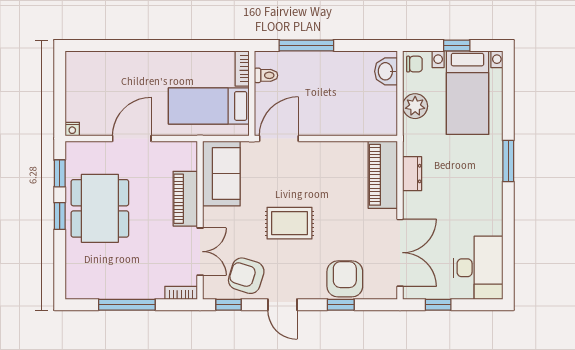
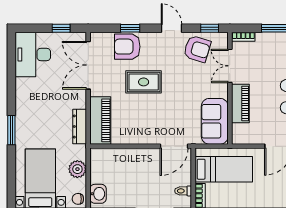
dresser: (412, 174) -> (80, 127), width x1.44
rug: (289, 223) -> (144, 82), moved
armchair: (345, 279) -> (127, 47), turned 90

